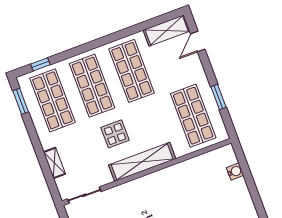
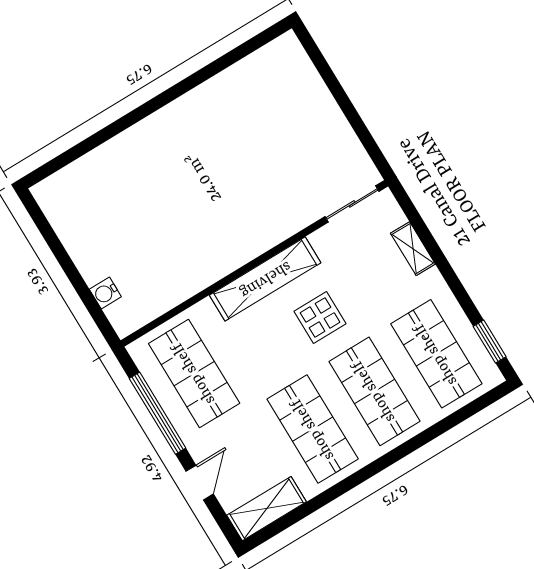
door: (198, 41) -> (200, 483), moved
window: (40, 64) -> (469, 411), removed
window: (218, 97) -> (158, 413), width x2.11

